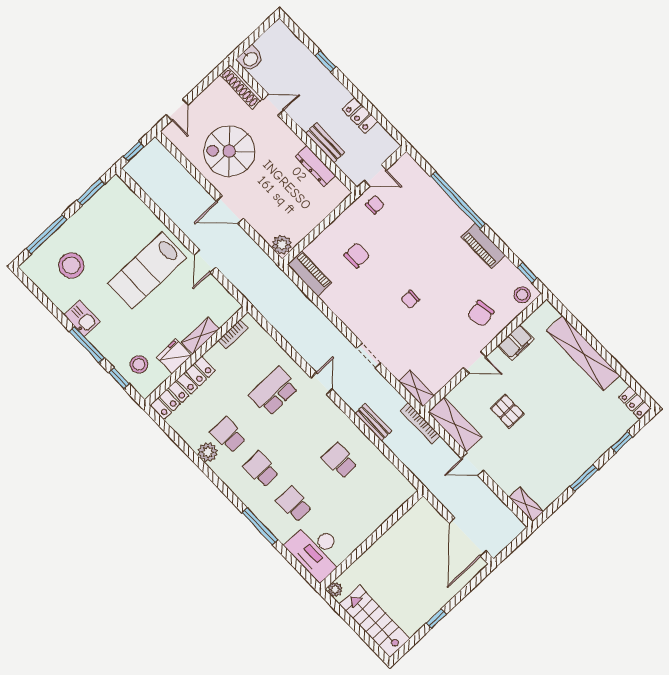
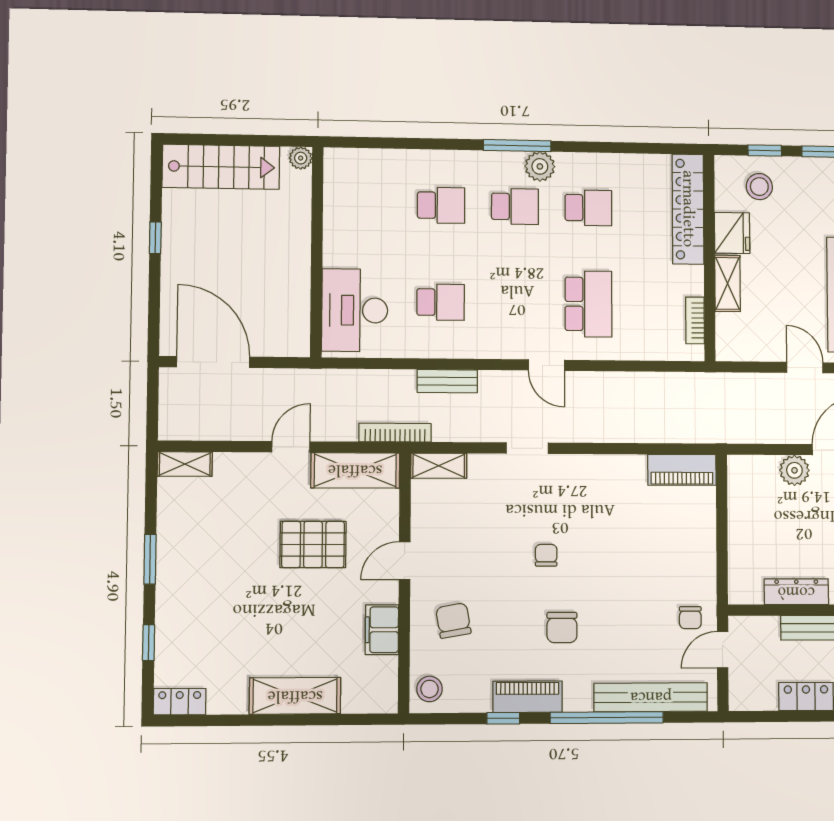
bench: (429, 188) -> (651, 697), added
plant: (282, 245) -> (794, 470), moved
chair: (357, 255) -> (562, 627), moved
window: (527, 273) -> (503, 718), moved
shelving: (583, 353) -> (295, 696), width x0.68
pallet: (507, 411) -> (313, 545), width x1.50, depth x1.42
plant: (208, 452) -> (540, 166), moved
window: (260, 526) -> (517, 146), moved
desk: (317, 550) -> (355, 310), moved, turned -90

